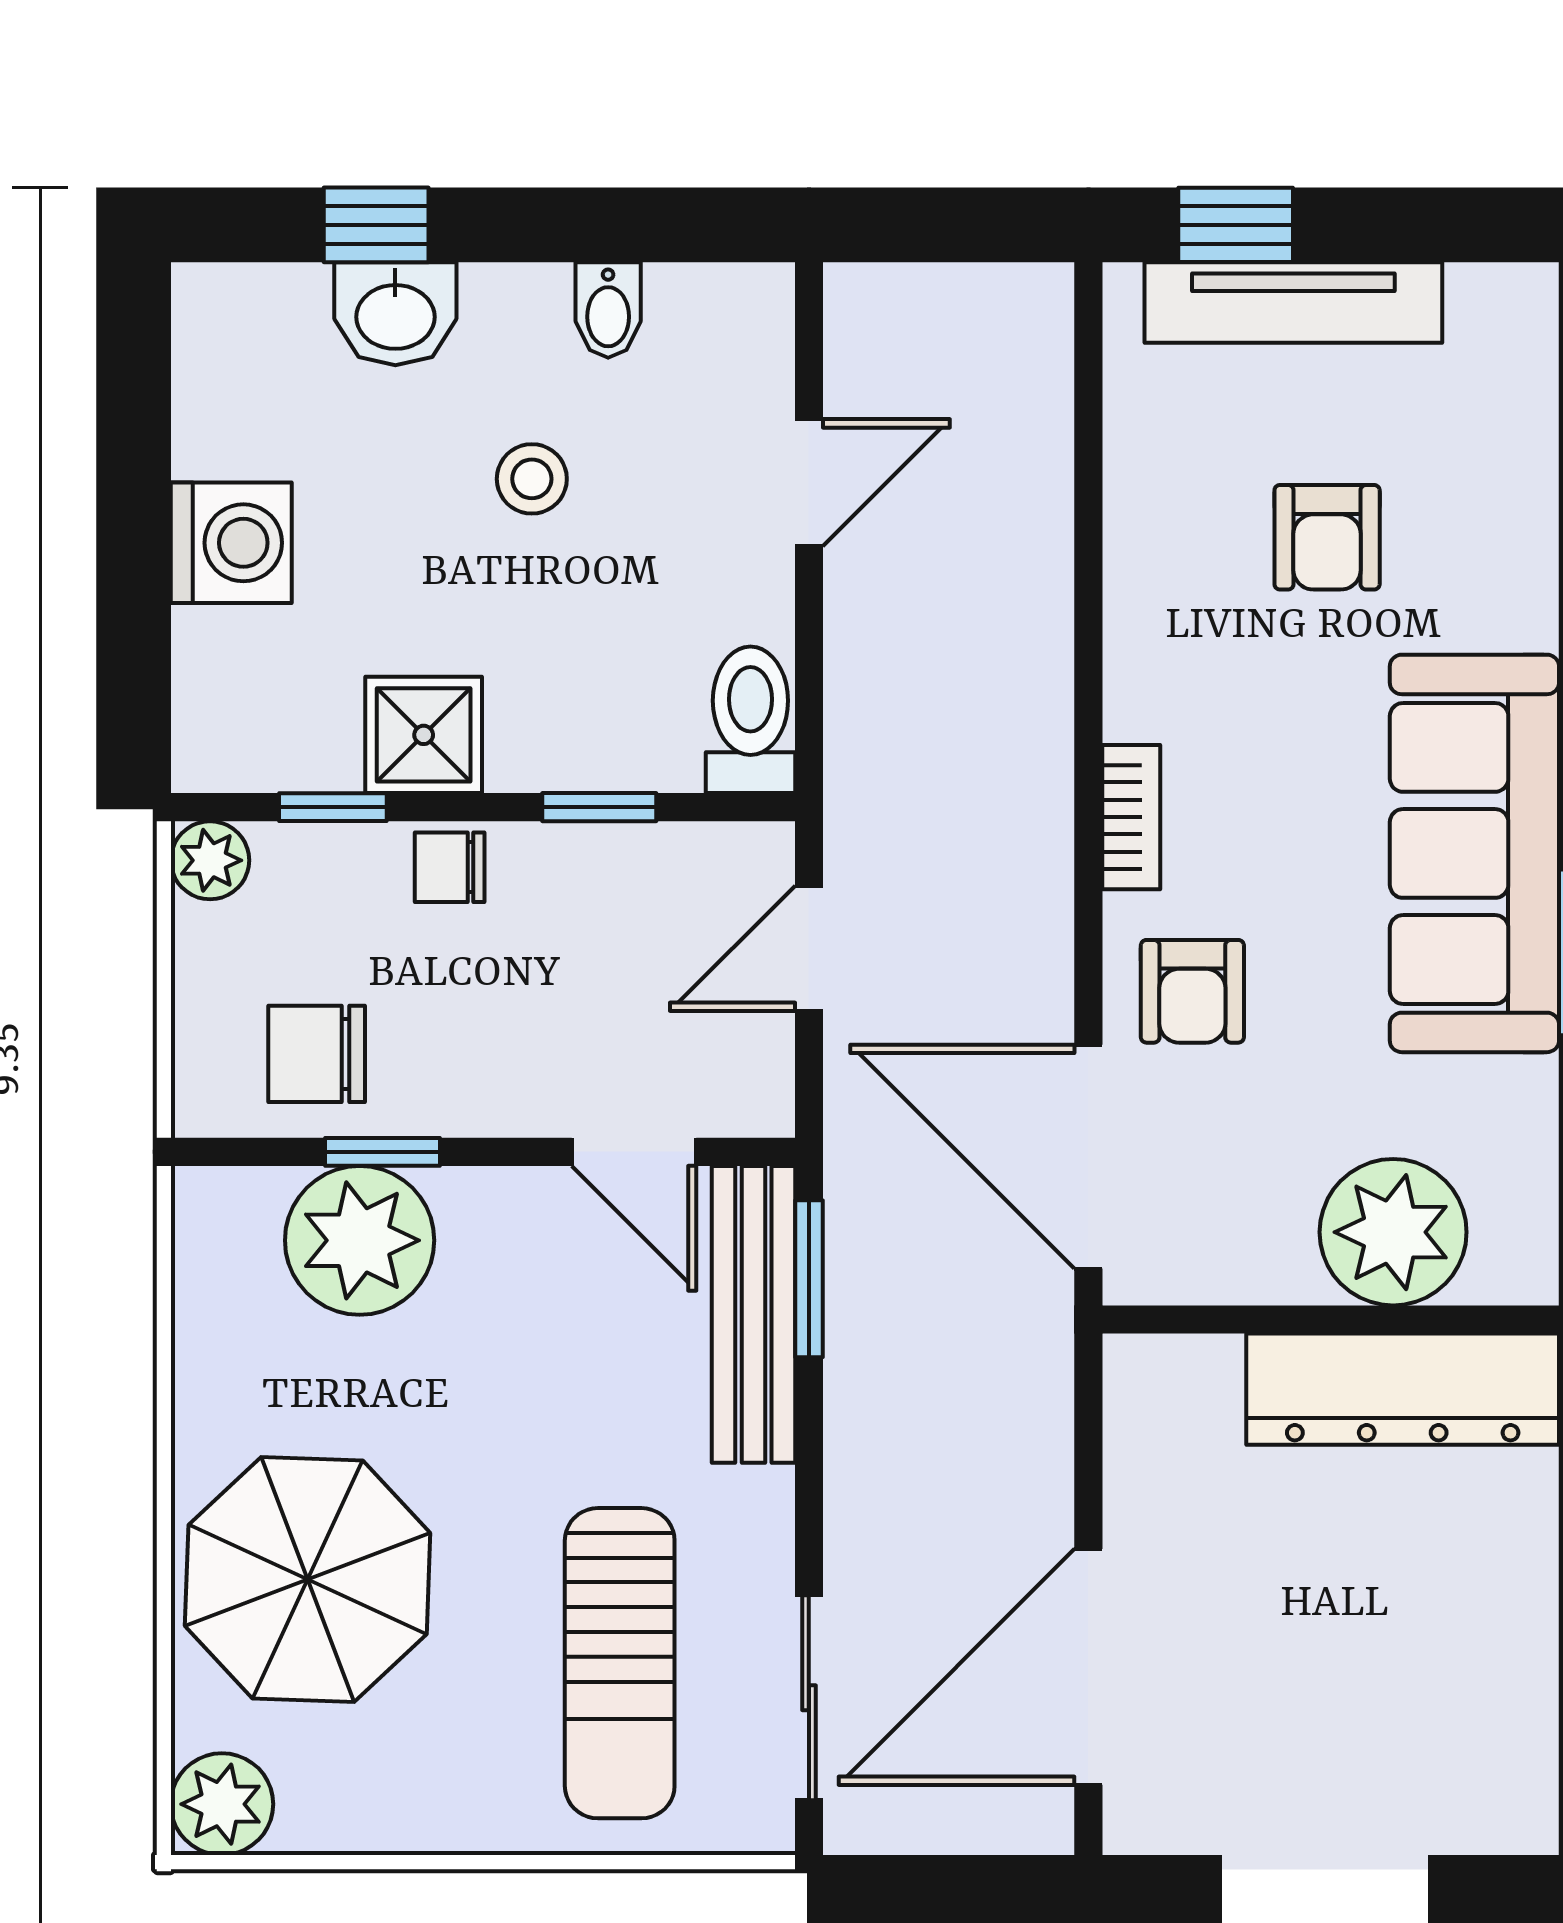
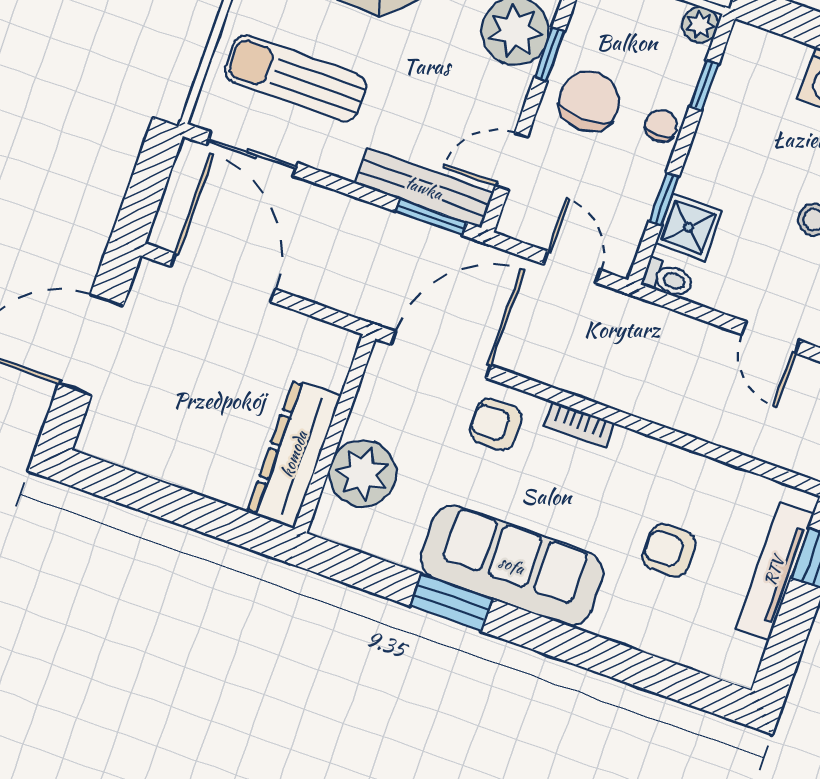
toilet: (750, 720) -> (668, 279), width x0.73, depth x0.72
shower: (424, 735) -> (689, 227), moved
chair: (317, 1054) -> (589, 101), moved, width x1.37, depth x1.37

